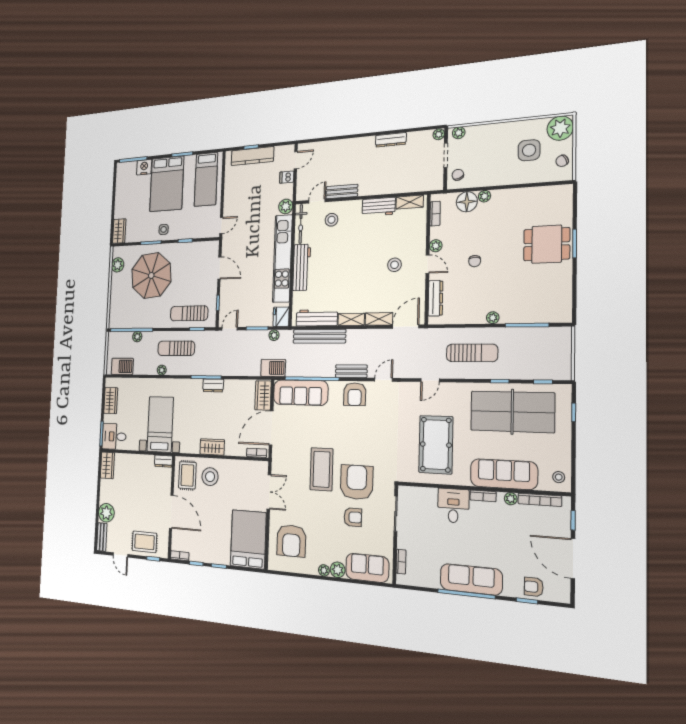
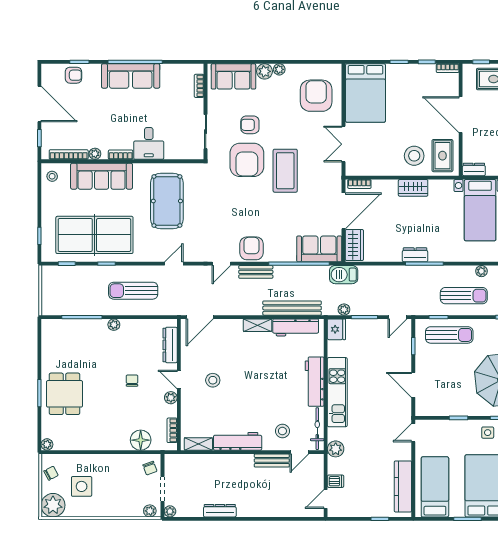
kitchen counter: (252, 156) -> (403, 486), moved, turned -90
plant: (484, 196) -> (47, 444), moved
workbench: (379, 207) -> (238, 441), width x1.38
dining table: (547, 244) -> (64, 394), turned 90
kitchen unit: (282, 259) -> (337, 392), width x0.73
shelving: (379, 319) -> (228, 325), removed
sofa: (301, 393) -> (319, 249), width x0.73

